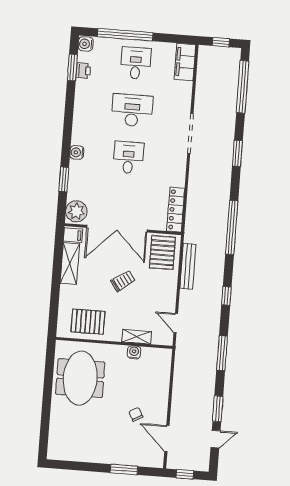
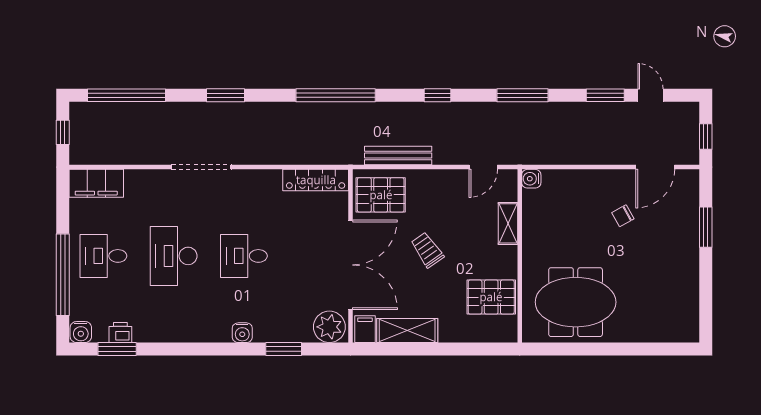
pallet: (88, 322) -> (491, 297), turned 90
water cooler: (134, 352) -> (531, 179), moved

